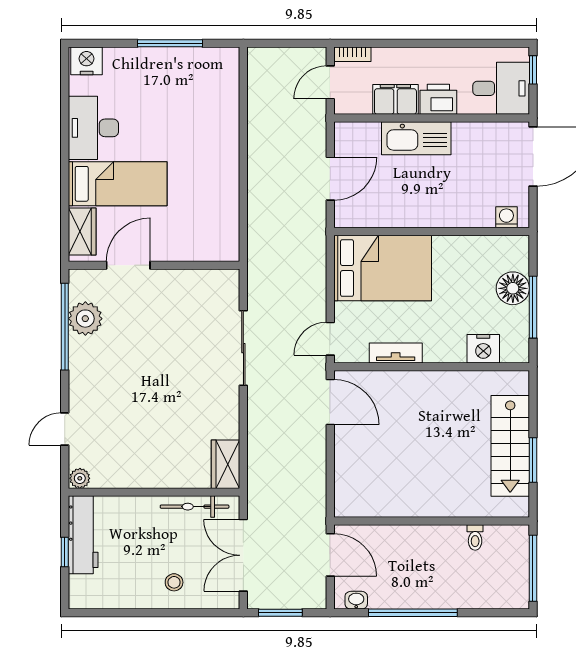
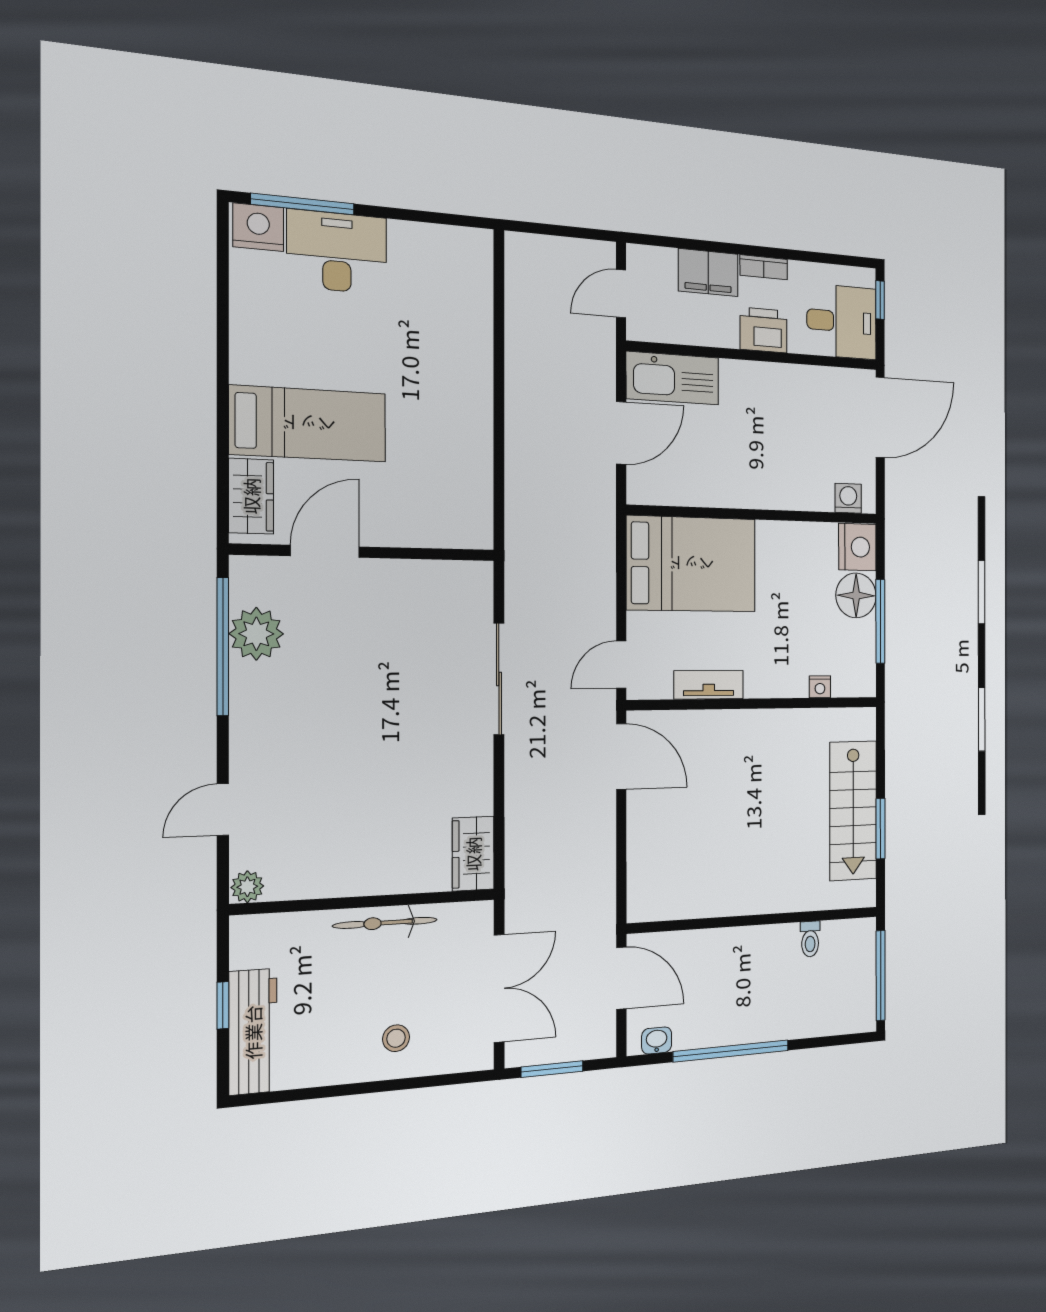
window: (170, 43) -> (303, 204), moved
bookcase: (352, 54) -> (764, 267), moved
filing cabinet: (395, 99) -> (708, 273), moved, turned 180
desk: (93, 128) -> (337, 252), moved, turned 90
kitchen sink: (416, 138) -> (673, 378), moved
nightstand: (514, 253) -> (857, 547), added
nightstand: (483, 349) -> (820, 687), width x0.53, depth x0.56
bicycle: (195, 507) -> (385, 923), moved
workbench: (83, 535) -> (253, 1032), moved
double door: (243, 555) -> (499, 989), swing flipped

